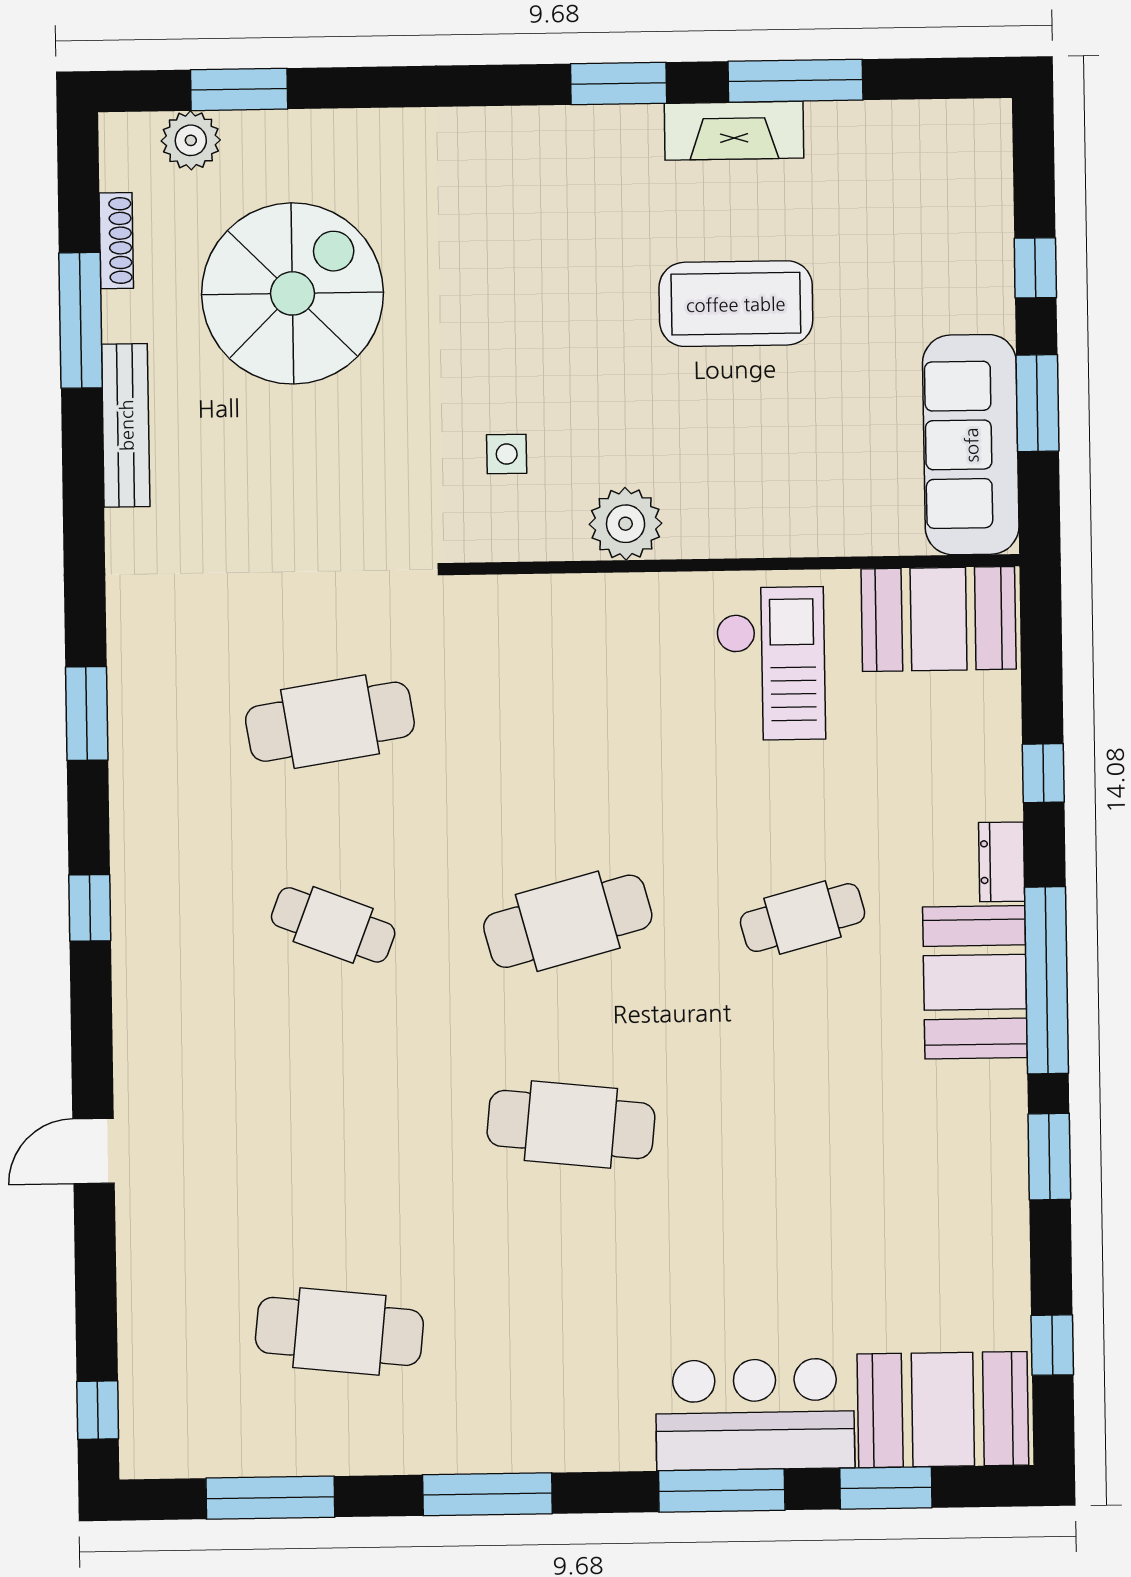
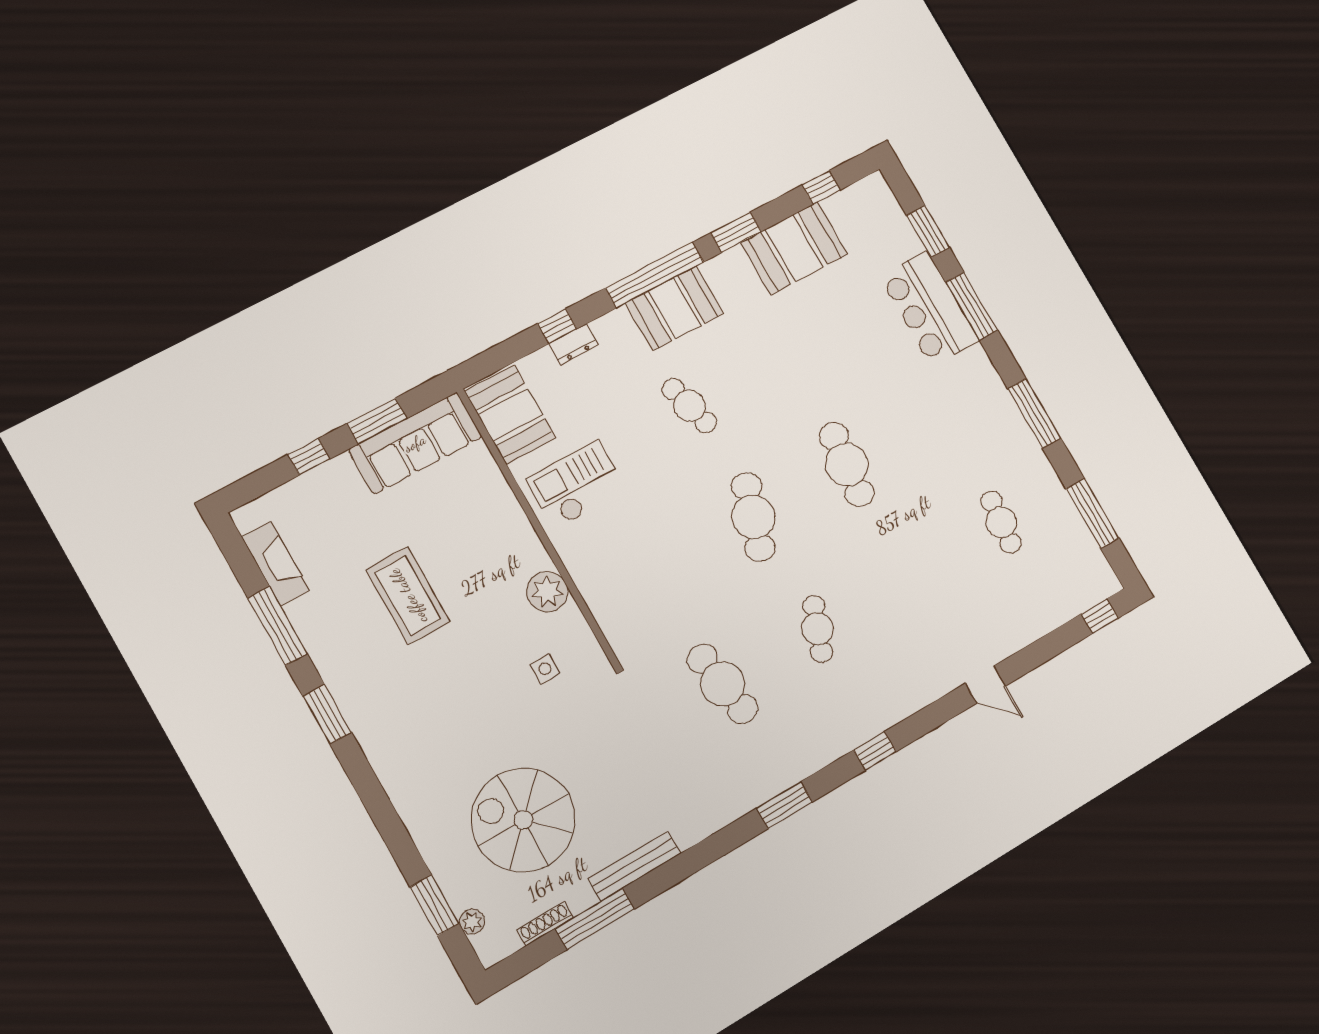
fireplace: (734, 131) -> (275, 564), moved
plant: (191, 140) -> (472, 922), width x0.73, depth x0.73
dresser: (1002, 862) -> (573, 344), moved
cafe table: (568, 921) -> (753, 517), turned 33
cafe table: (339, 1331) -> (1001, 522), width x0.73, depth x0.74
booth: (943, 1410) -> (794, 248), moved, turned 90

